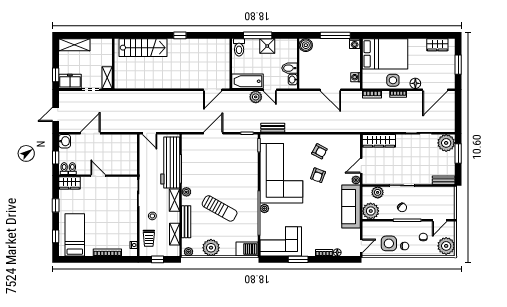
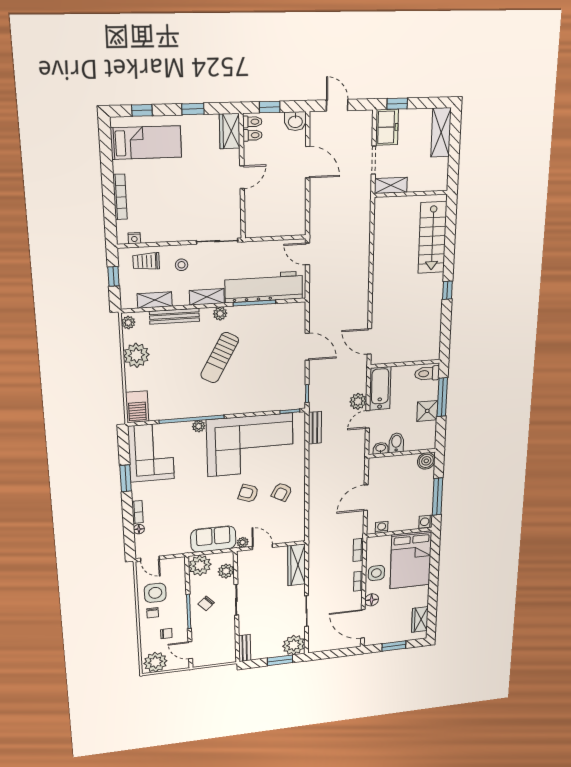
door: (150, 133) -> (307, 254), hinge flipped
sofa: (351, 207) -> (213, 539), width x0.73
sun lounger: (220, 208) -> (220, 358), moved

